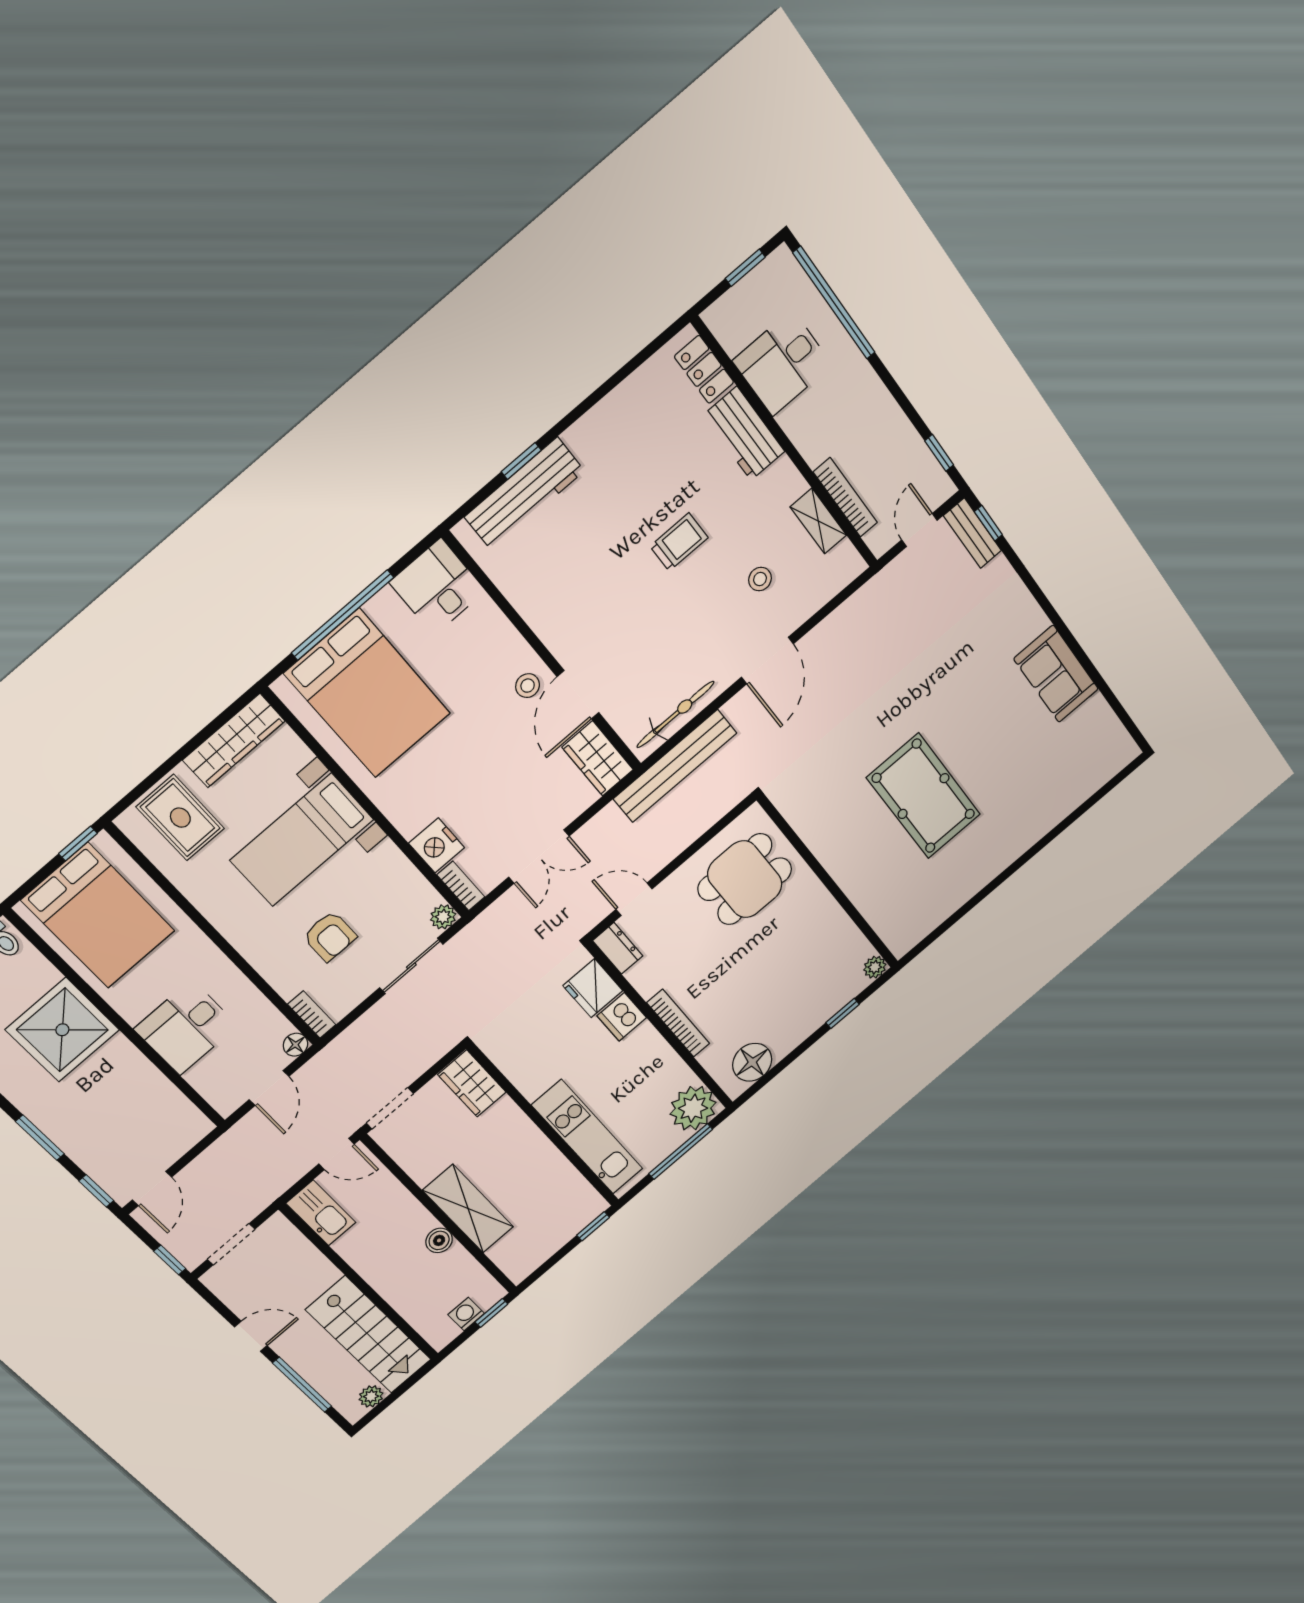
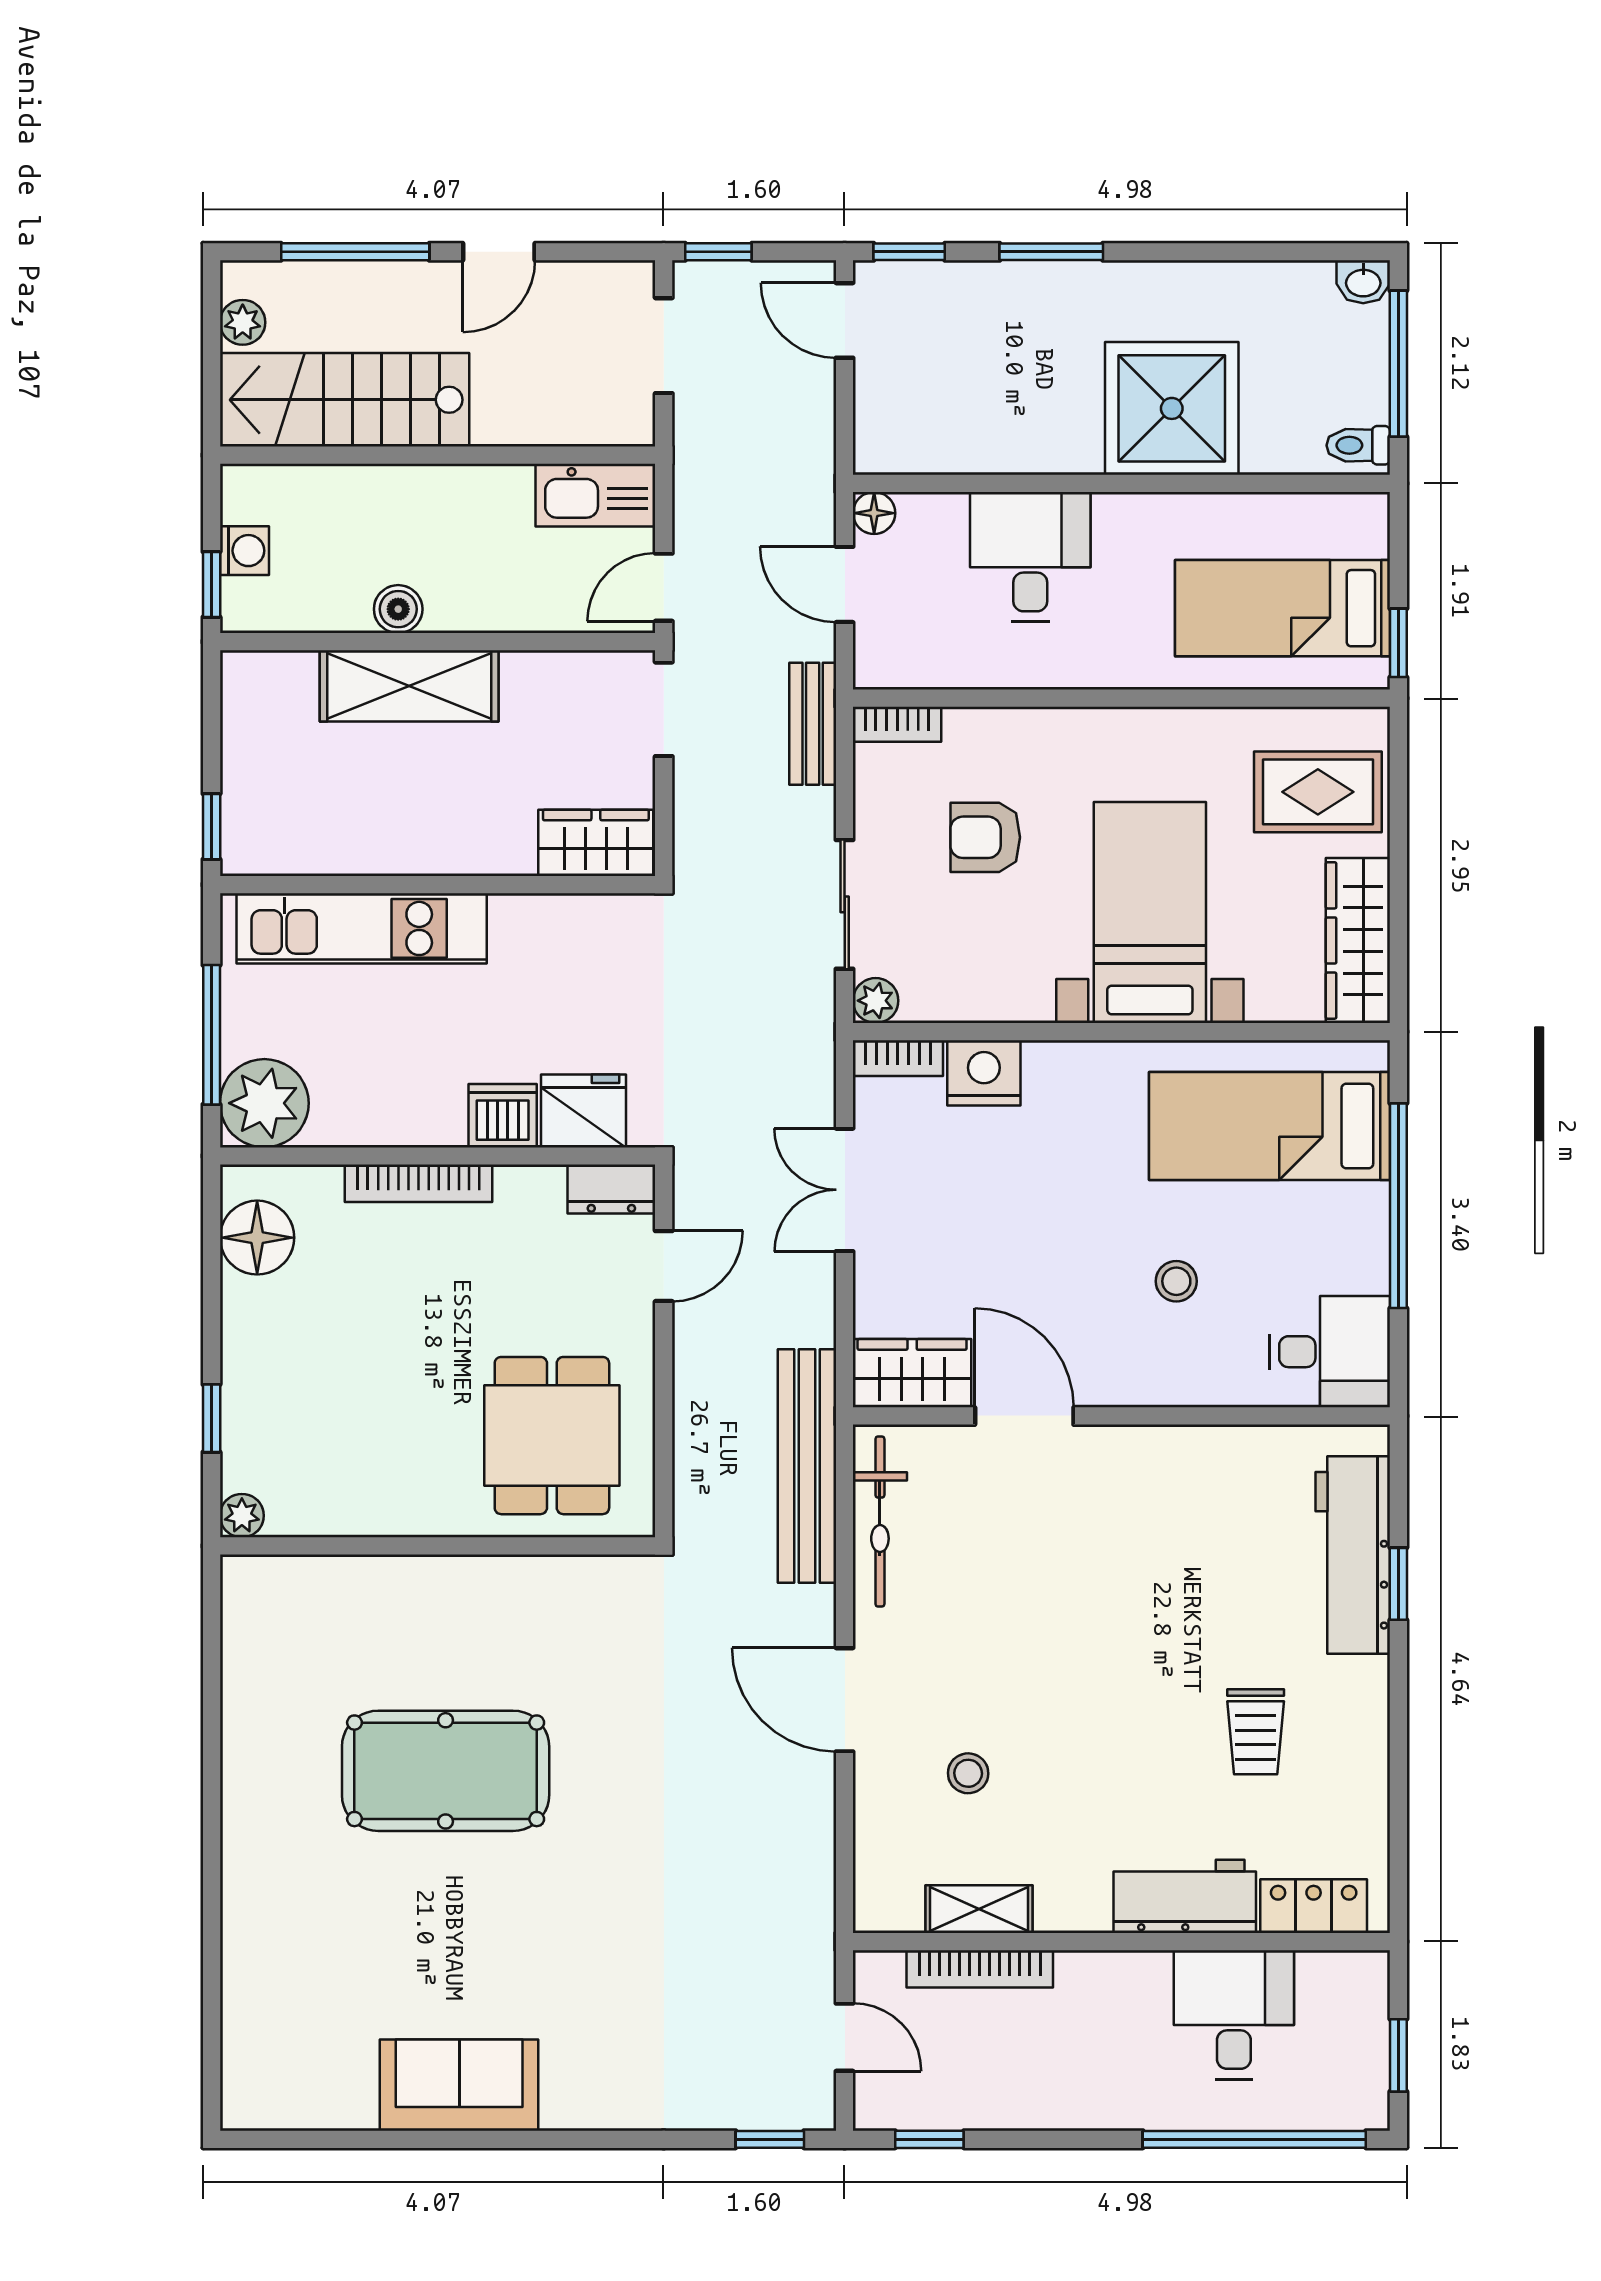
bench: (972, 533) -> (813, 724), moved, turned 90
trolley: (679, 542) -> (1256, 1732), moved
stool: (528, 686) -> (1176, 1281), moved
bed: (367, 693) -> (1270, 1126), width x0.67
bed: (98, 916) -> (1283, 608), width x0.67
floor lamp: (295, 1045) -> (874, 513), moved

